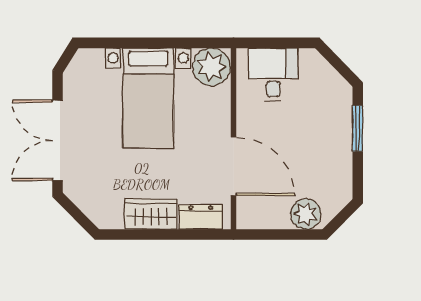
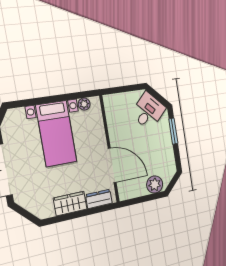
plant: (211, 67) -> (84, 104), width x0.53, depth x0.53
desk: (273, 75) -> (148, 111), moved, turned 46

